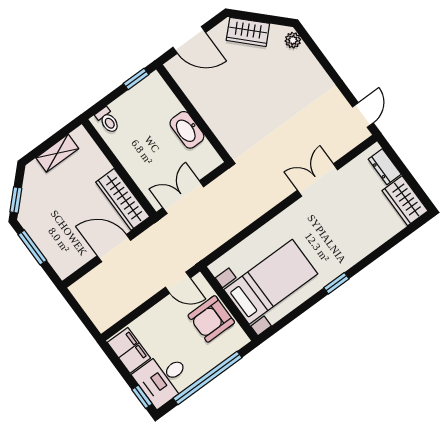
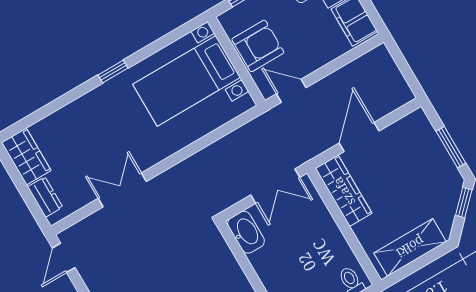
washbasin: (187, 130) -> (246, 232), moved
shelving: (57, 153) -> (410, 247), width x1.50, depth x1.33
double door: (317, 180) -> (122, 190), swing flipped
door: (114, 248) -> (359, 137), swing flipped

